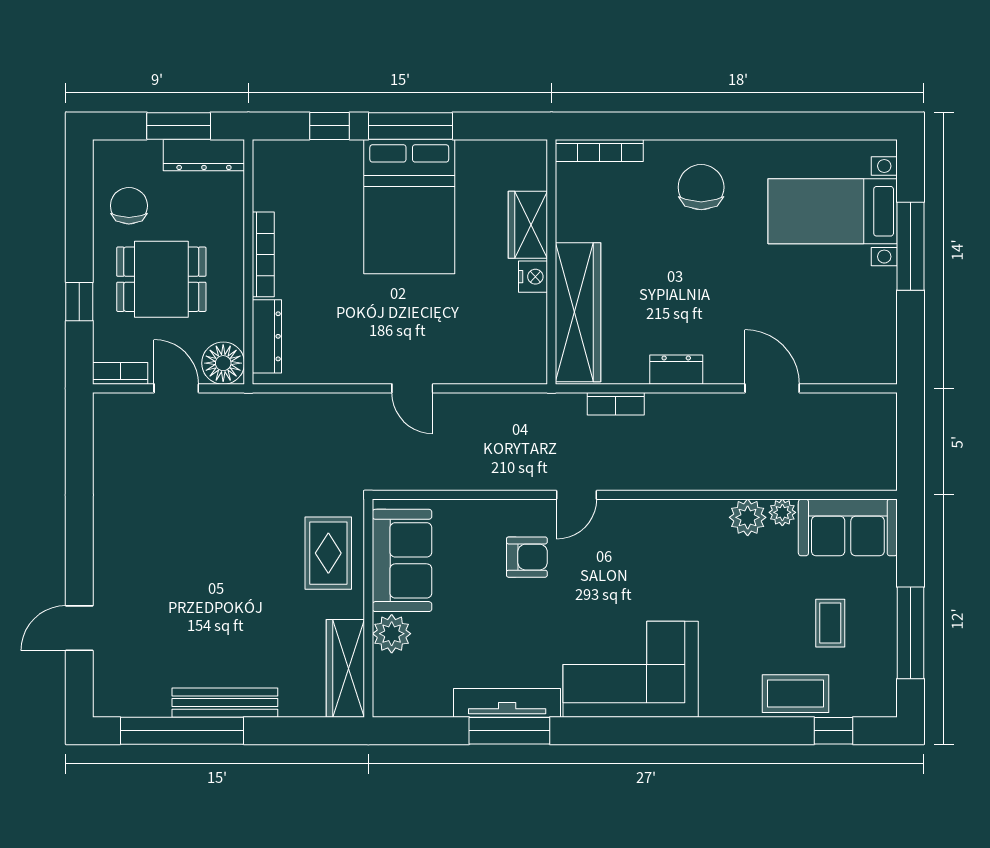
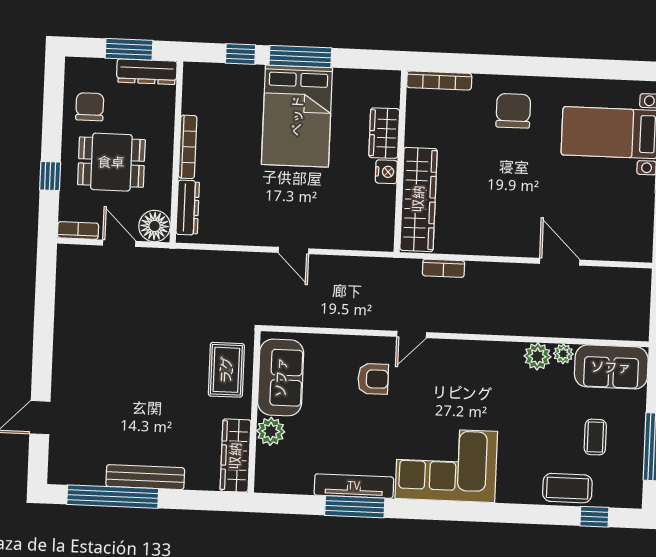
dresser: (676, 370) -> (489, 245), removed

